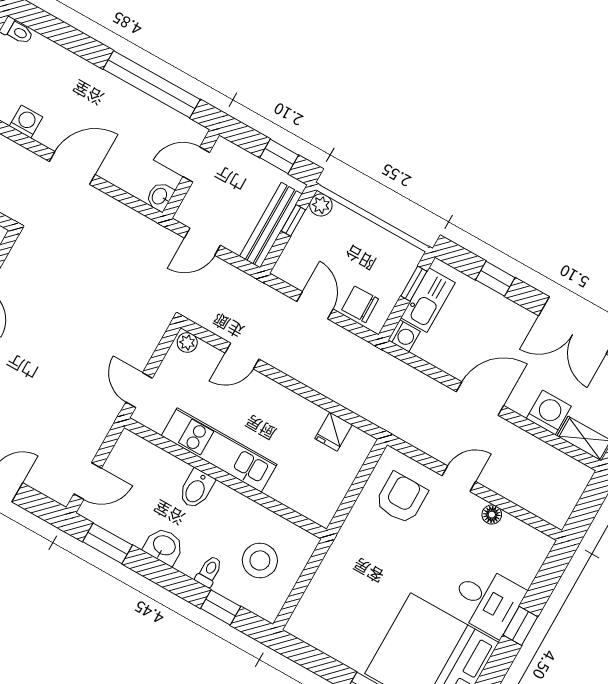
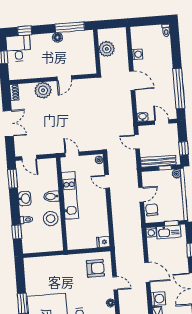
door: (139, 390) -> (72, 154), hinge flipped
fridge: (334, 432) -> (103, 242), moved
stool: (260, 560) -> (51, 219), moved

